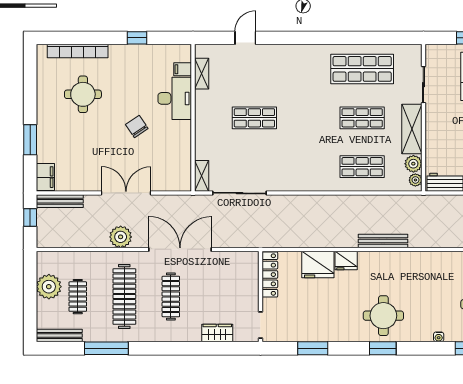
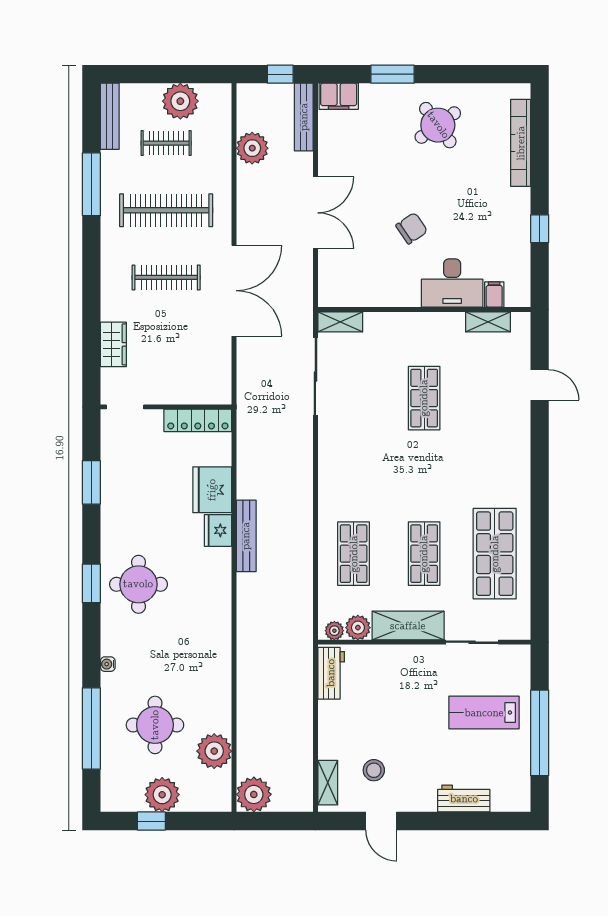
round table: (83, 94) -> (438, 125), moved, turned -36
plant: (121, 237) -> (252, 148), moved
bench: (383, 241) -> (246, 536), moved

